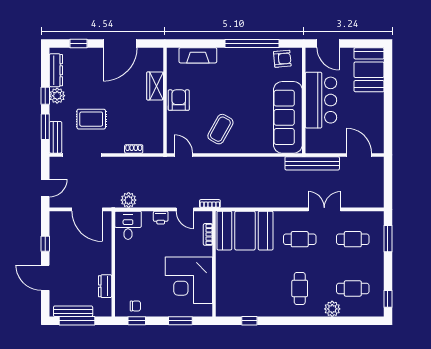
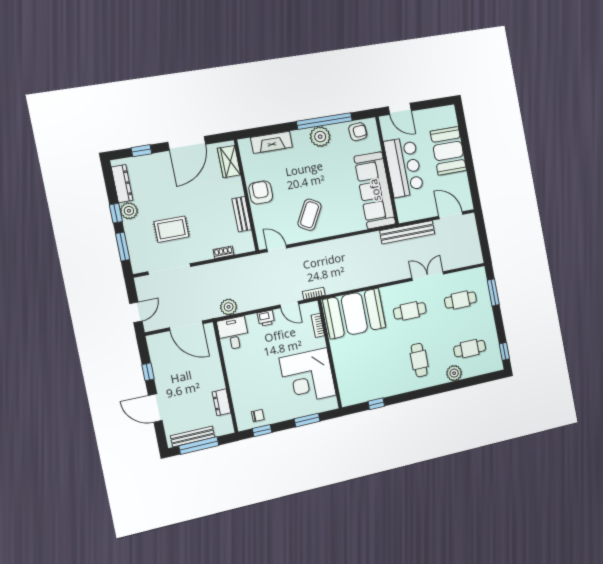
plant: (245, 57) -> (320, 137), added
booth: (369, 70) -> (448, 151), moved
wardrobe: (155, 86) -> (229, 162), moved
bench: (56, 137) -> (242, 214), moved

